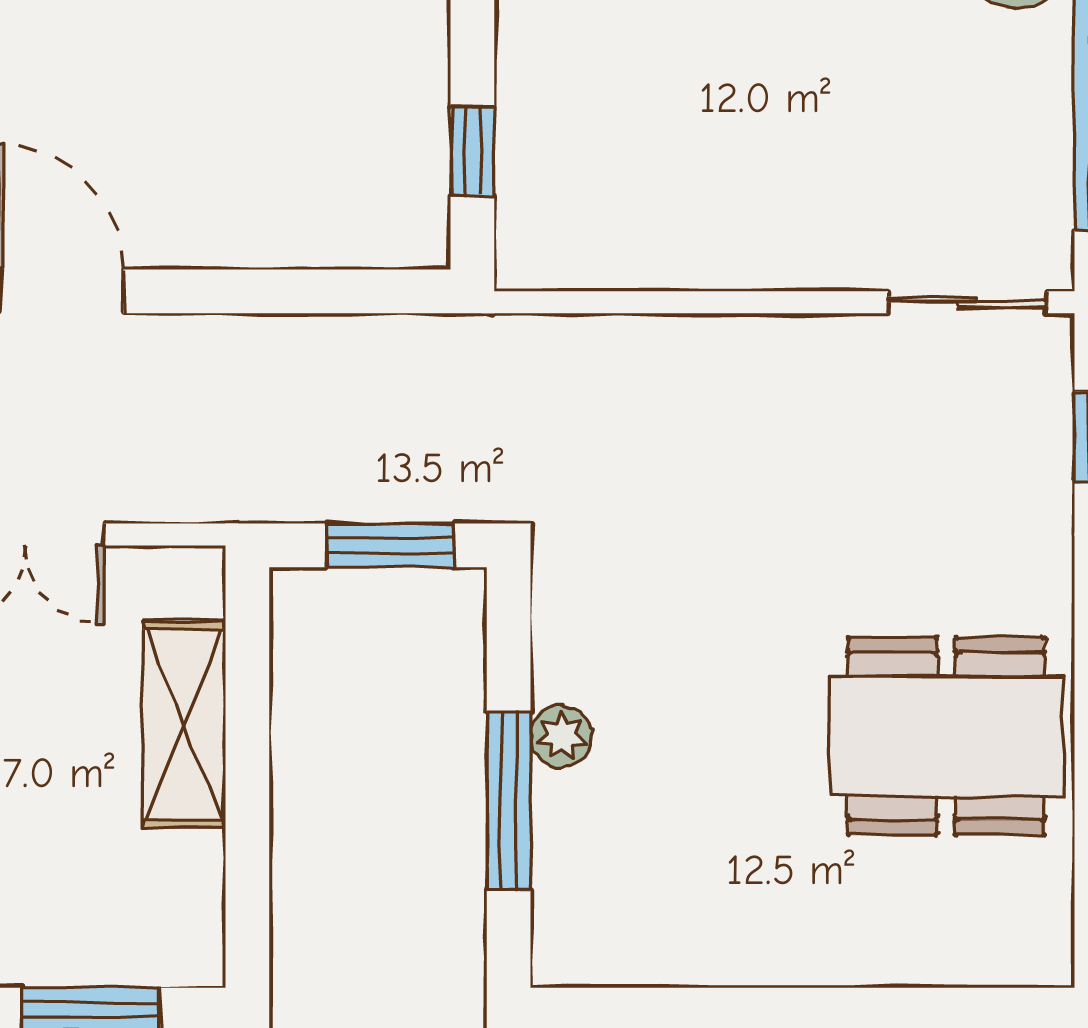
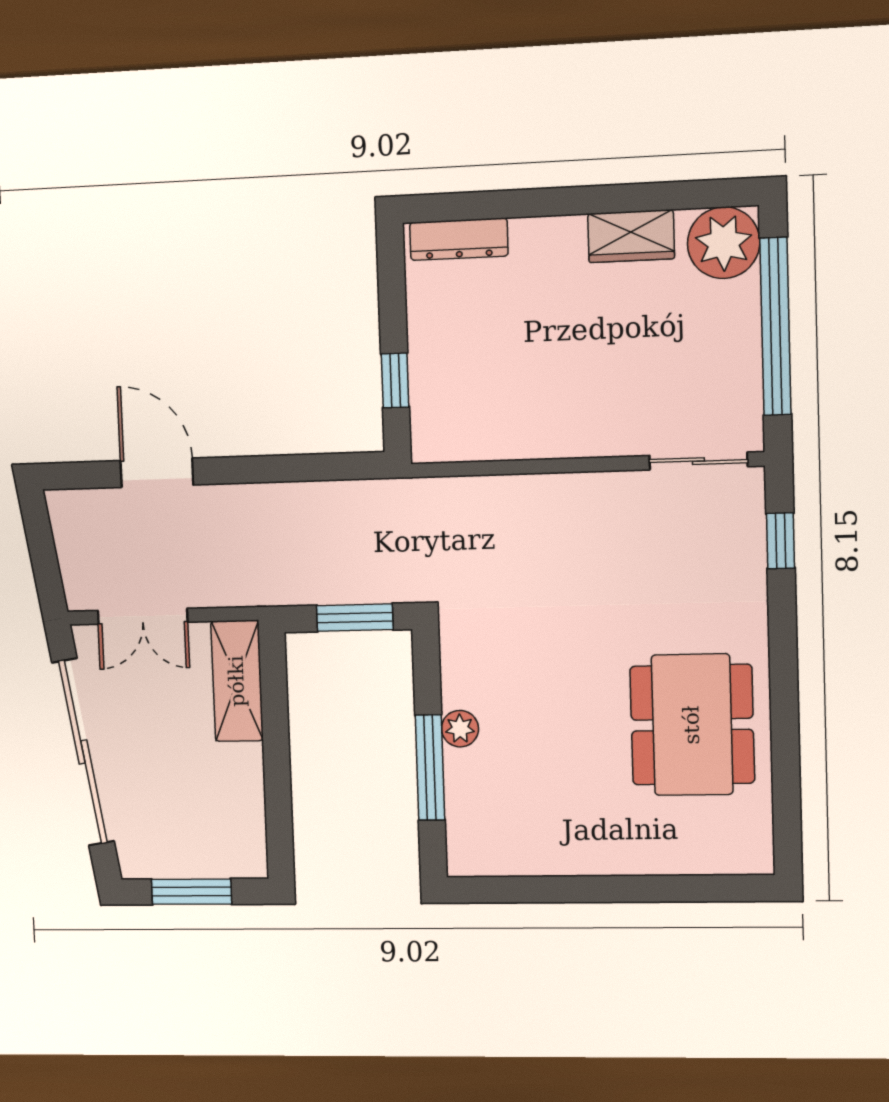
shelving: (185, 724) -> (237, 681), moved
dining table: (946, 736) -> (692, 725), turned 90

